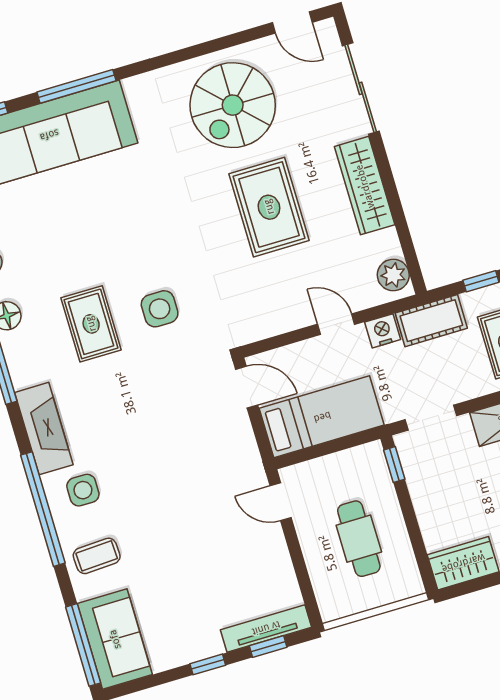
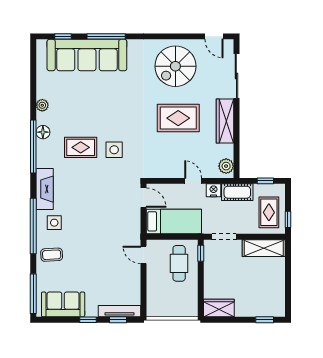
rug: (269, 207) -> (178, 118), turned 90
rug: (91, 324) -> (81, 147), turned 90
cafe table: (359, 539) -> (179, 263), moved
sofa: (115, 639) -> (63, 304), moved, turned -90

